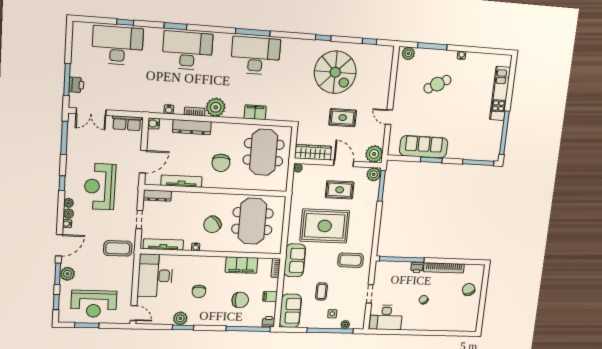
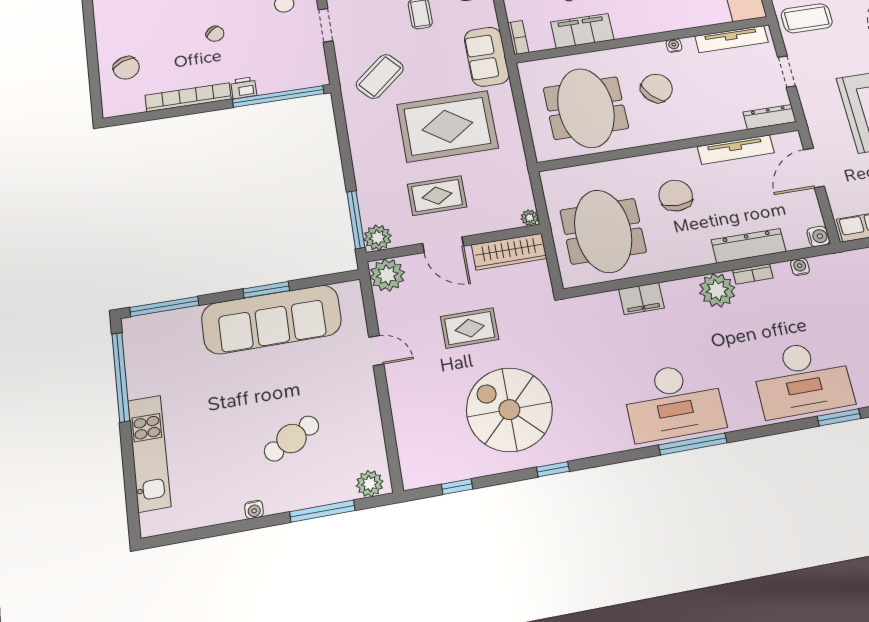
sofa: (424, 147) -> (272, 319), width x1.36, depth x1.27
coffee table: (351, 260) -> (380, 76), turned -41

